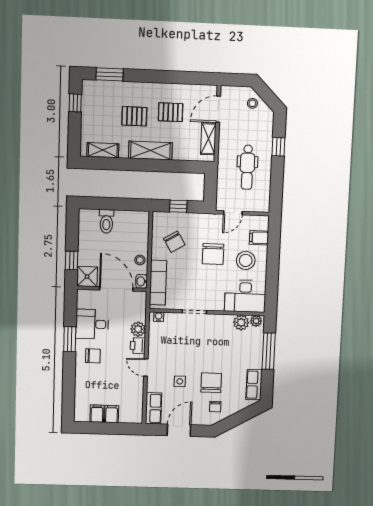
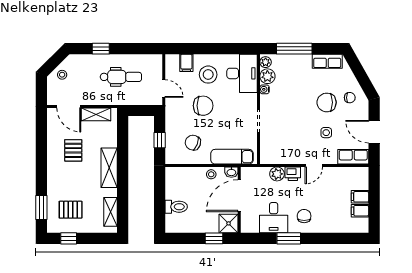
pallet: (134, 116) -> (71, 210), moved, turned 90
chair: (174, 242) -> (193, 143), turned -128
water cooler: (159, 317) -> (265, 89), moved

